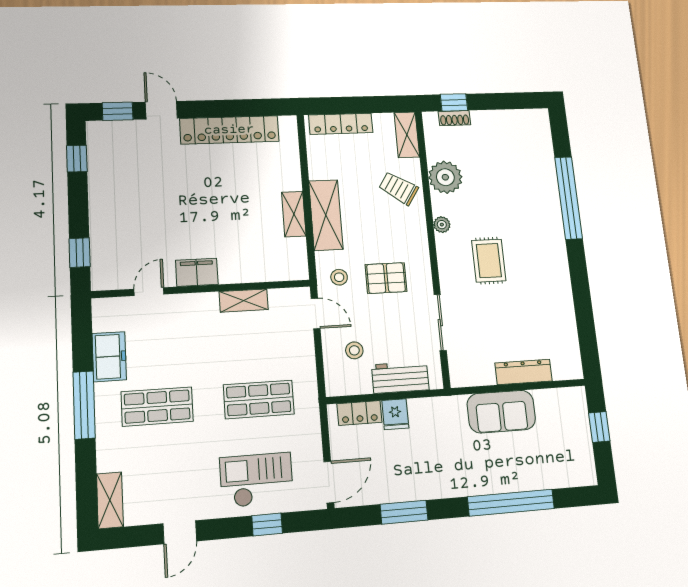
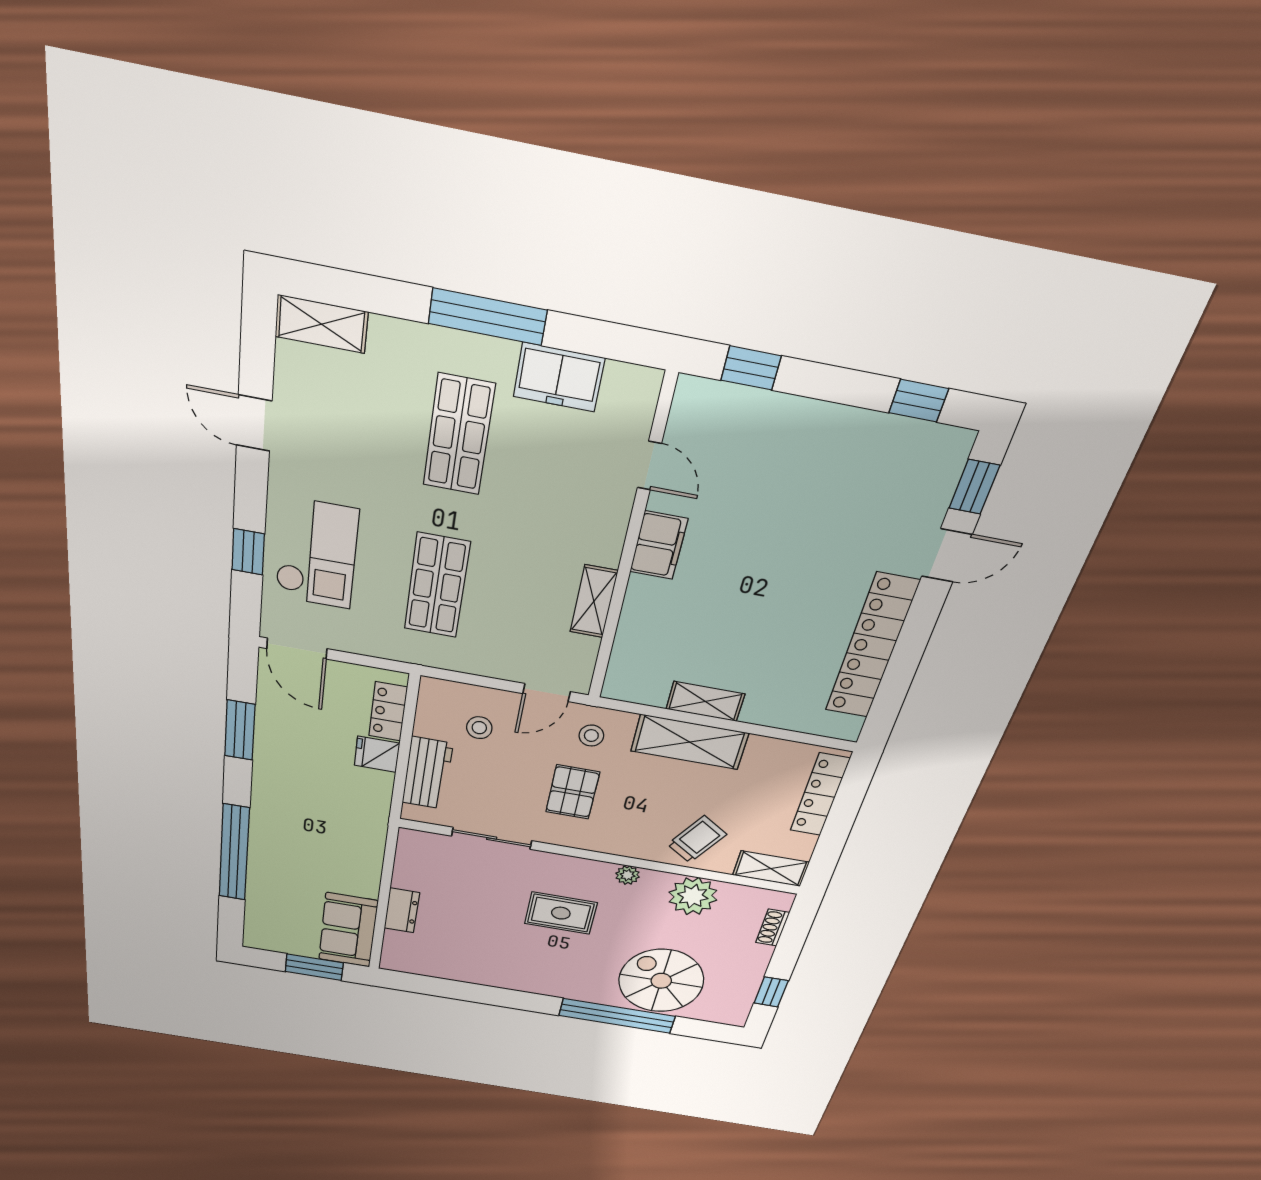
window: (454, 102) -> (771, 992), moved
spiral stairs: (526, 177) -> (661, 981), added
dresser: (524, 372) -> (402, 910), width x0.70
sofa: (501, 412) -> (348, 930), moved
window: (599, 427) -> (314, 967), width x1.50

